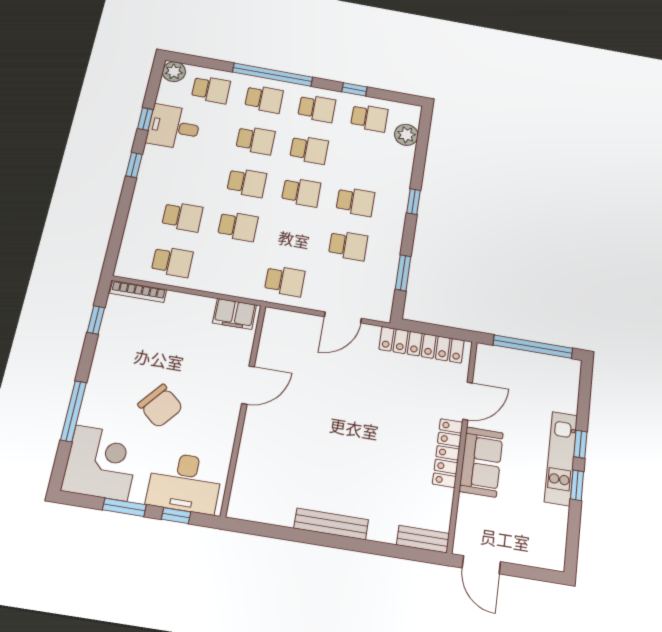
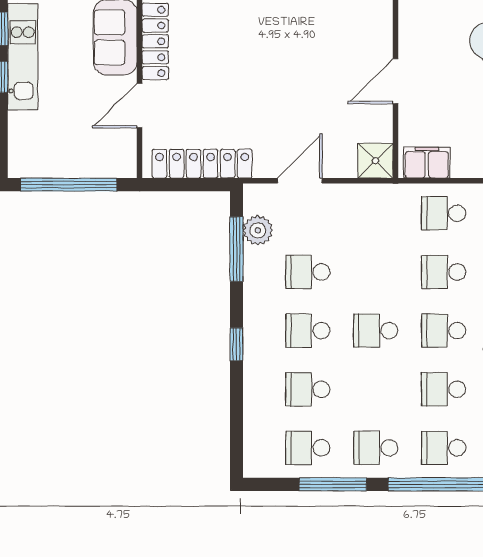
window: (354, 89) -> (333, 484), width x2.17
plant: (406, 135) -> (258, 230), moved
school desk: (309, 150) -> (308, 389), moved
window: (403, 273) -> (236, 249), width x1.44
school desk: (285, 281) -> (444, 213), moved
shower: (277, 323) -> (375, 161), added

